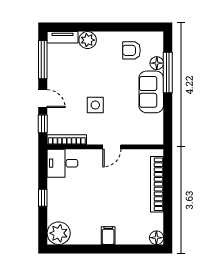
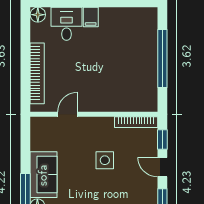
door: (112, 147) -> (68, 114), moved
desk: (62, 163) -> (66, 24), moved, turned -90
window: (43, 198) -> (162, 58), width x3.17
plant: (59, 233) -> (145, 20), removed

